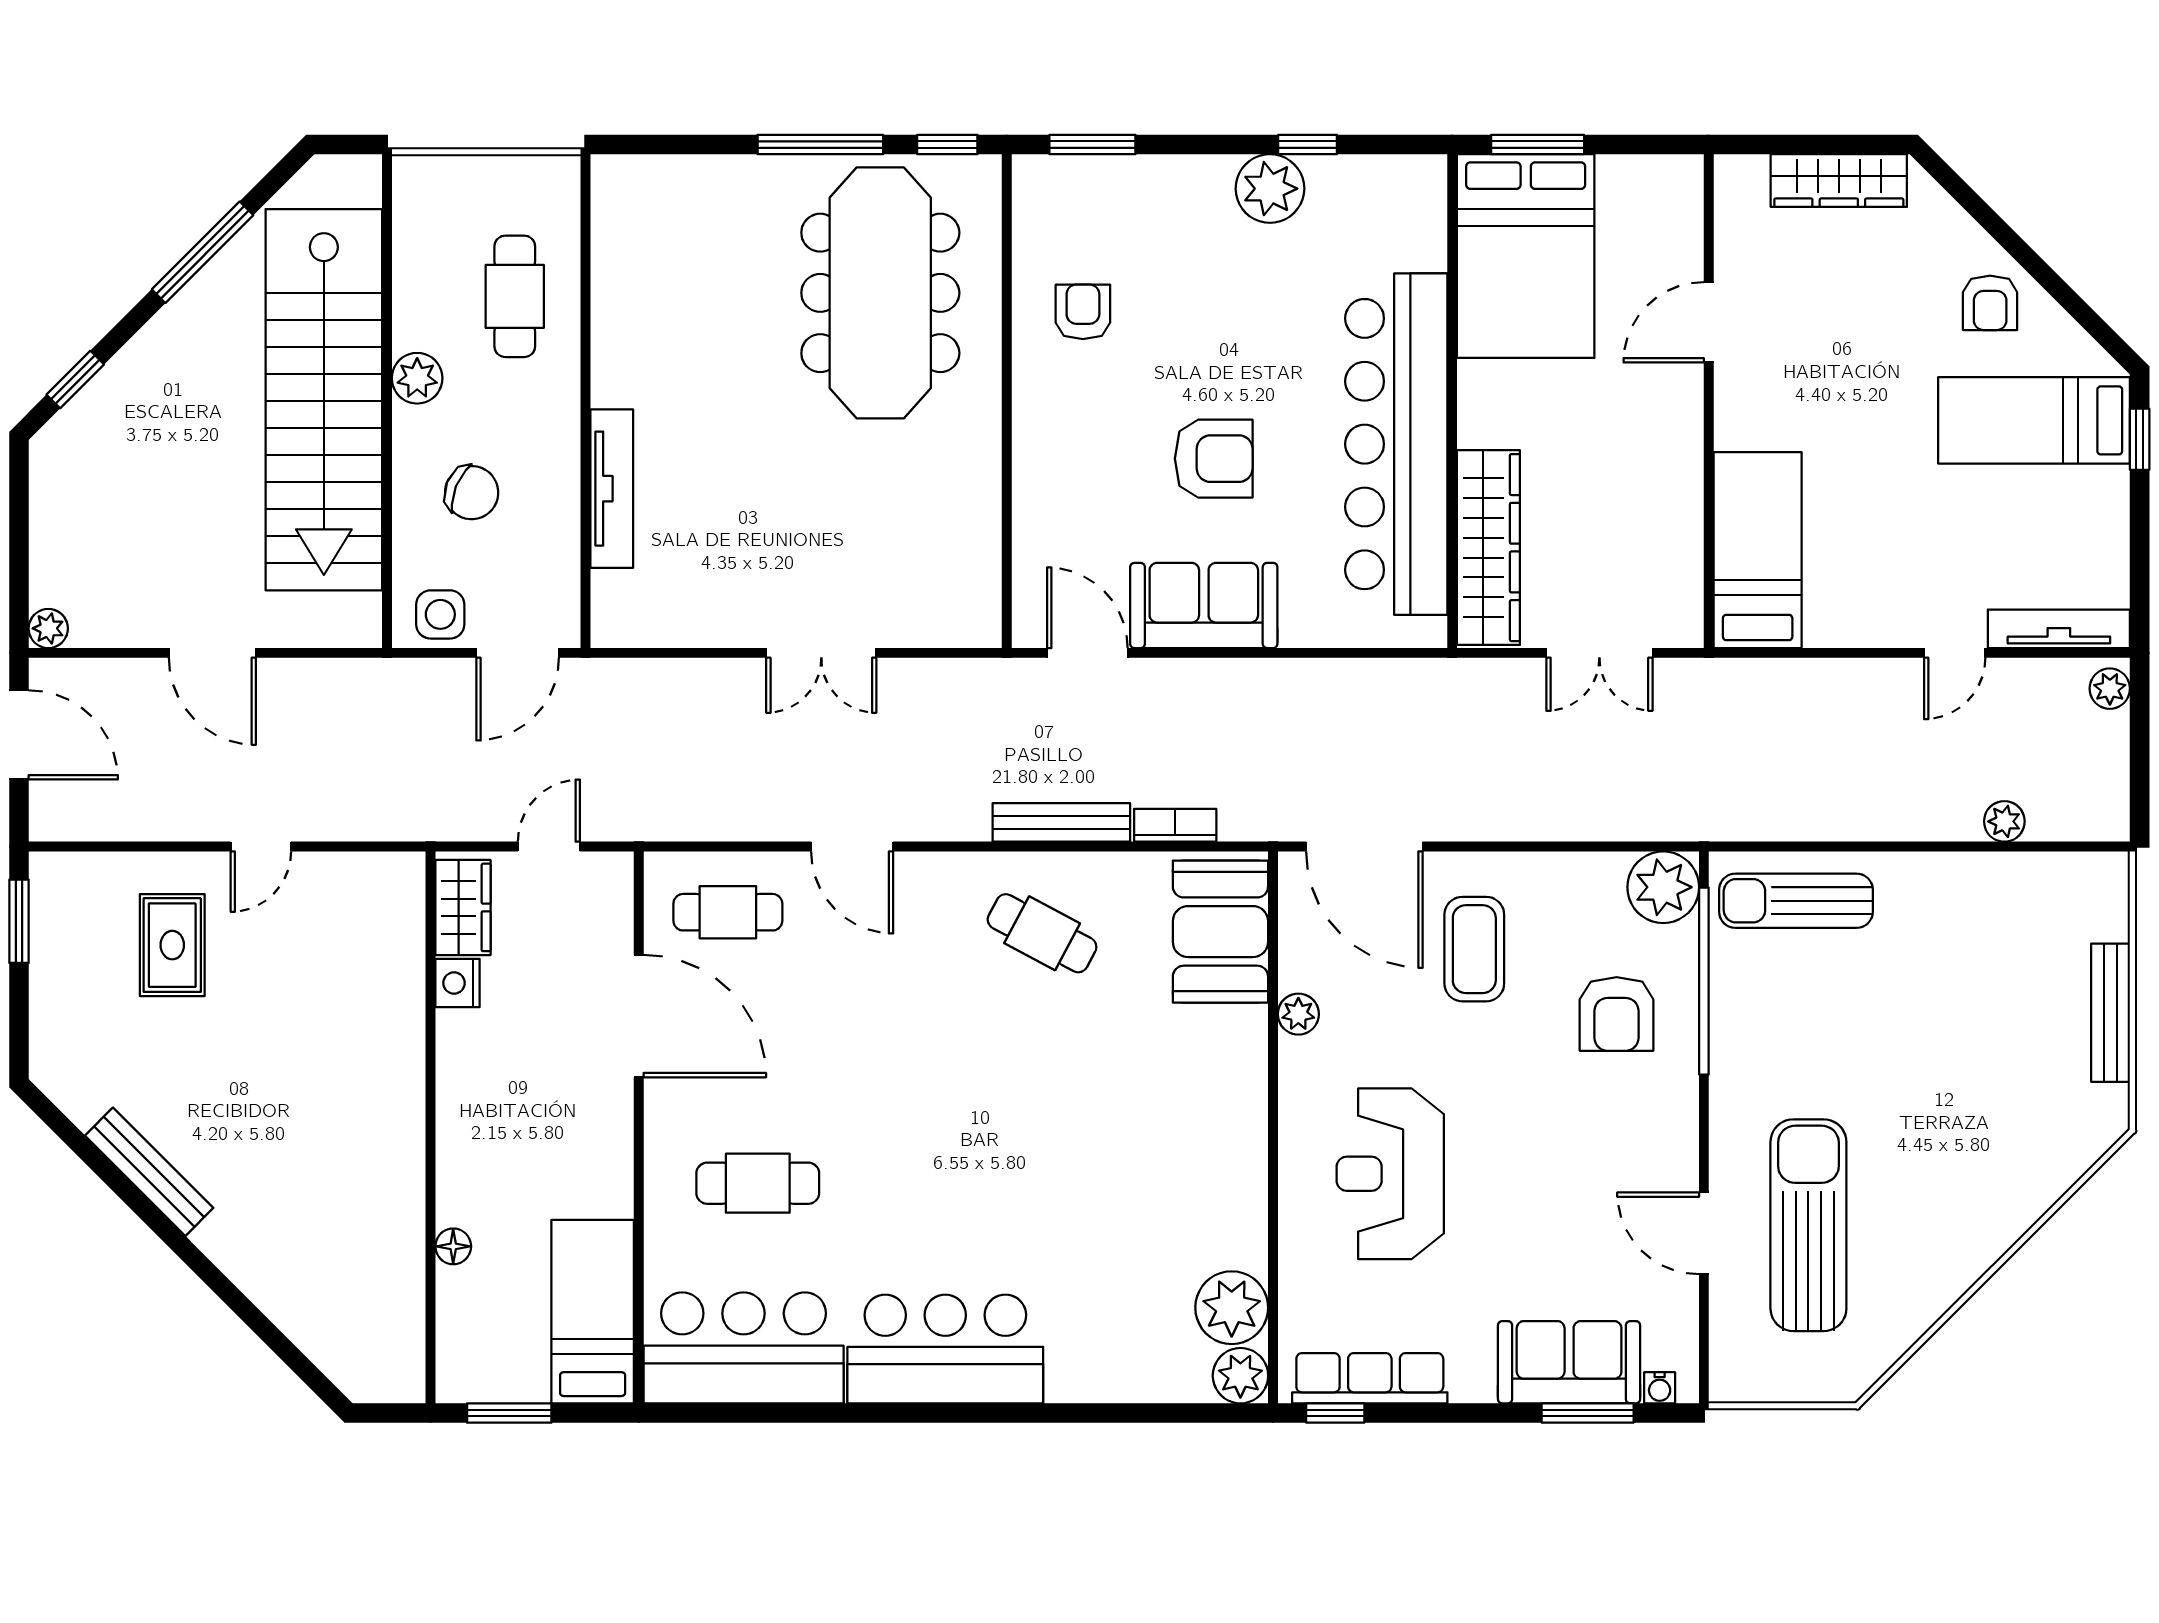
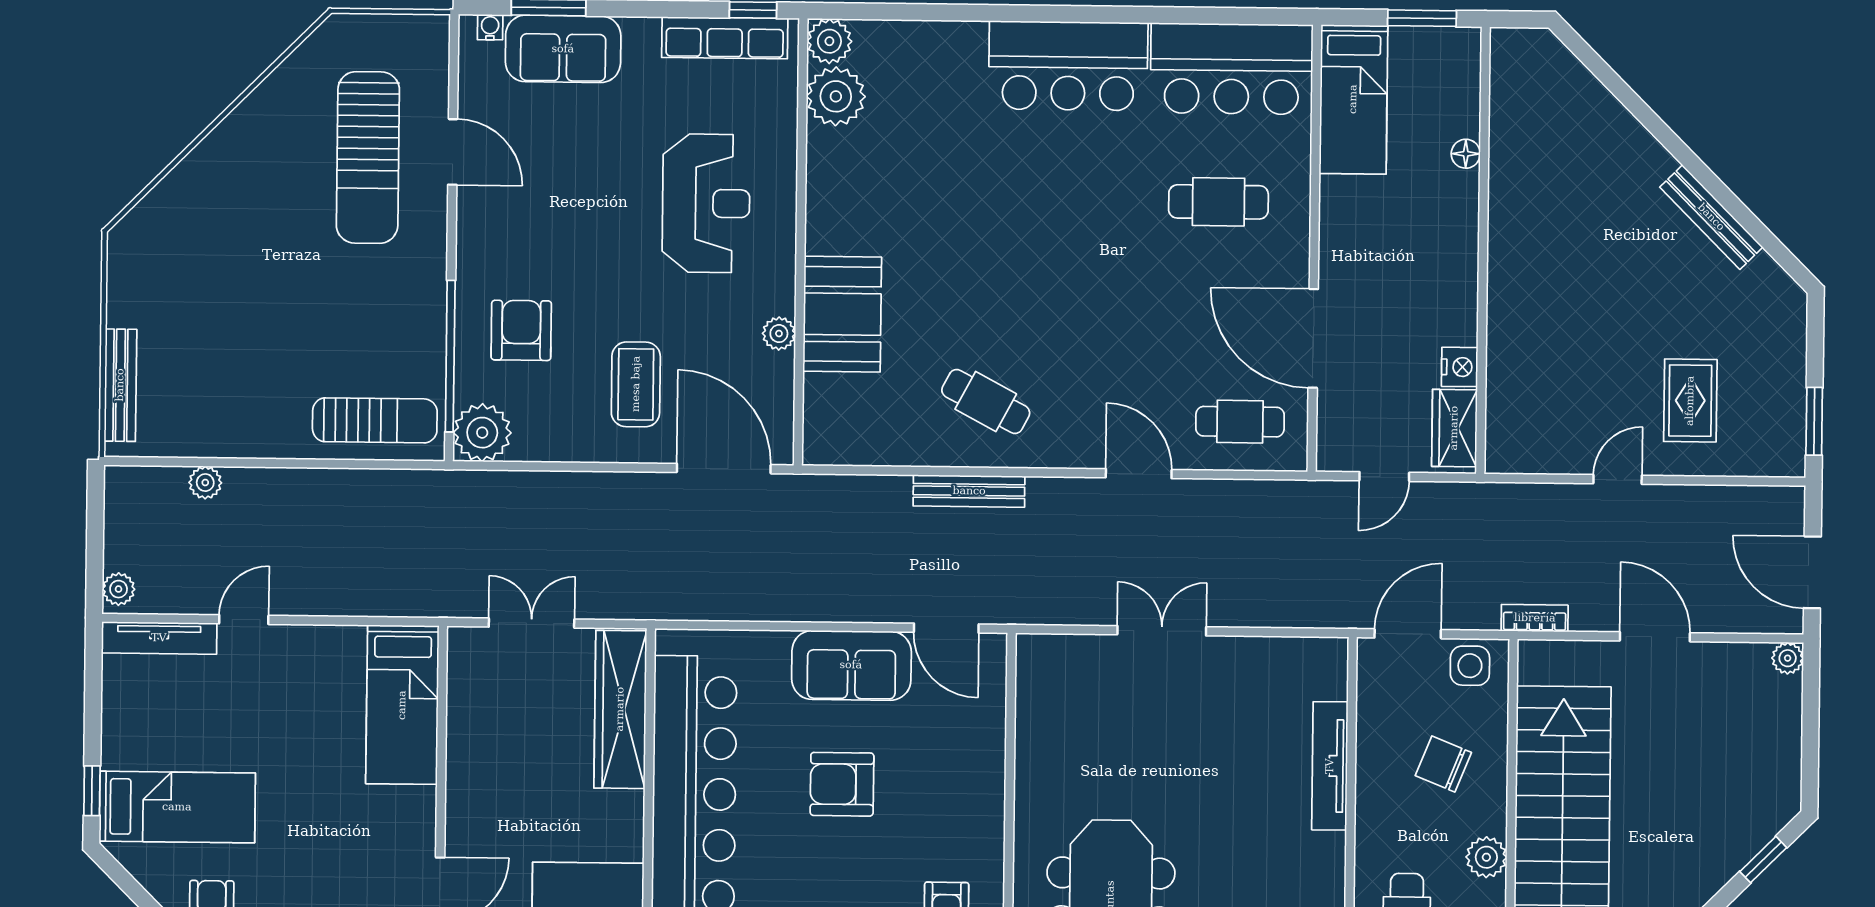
bookcase: (1175, 825) -> (1535, 618), moved, turned 180
booth: (1220, 932) -> (842, 314), moved
bench: (2111, 1013) -> (120, 385), moved

